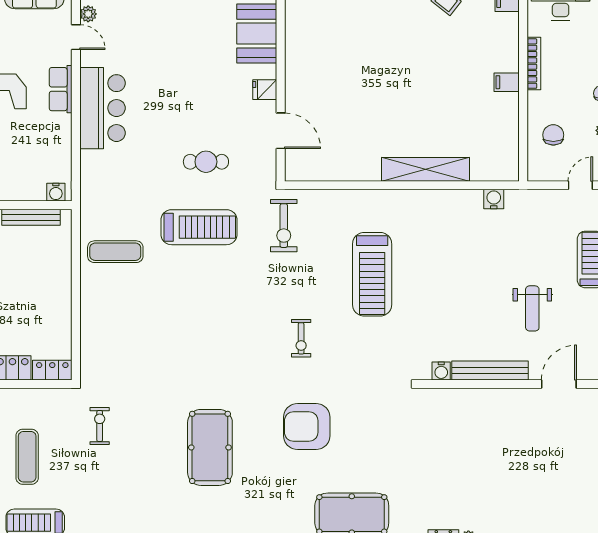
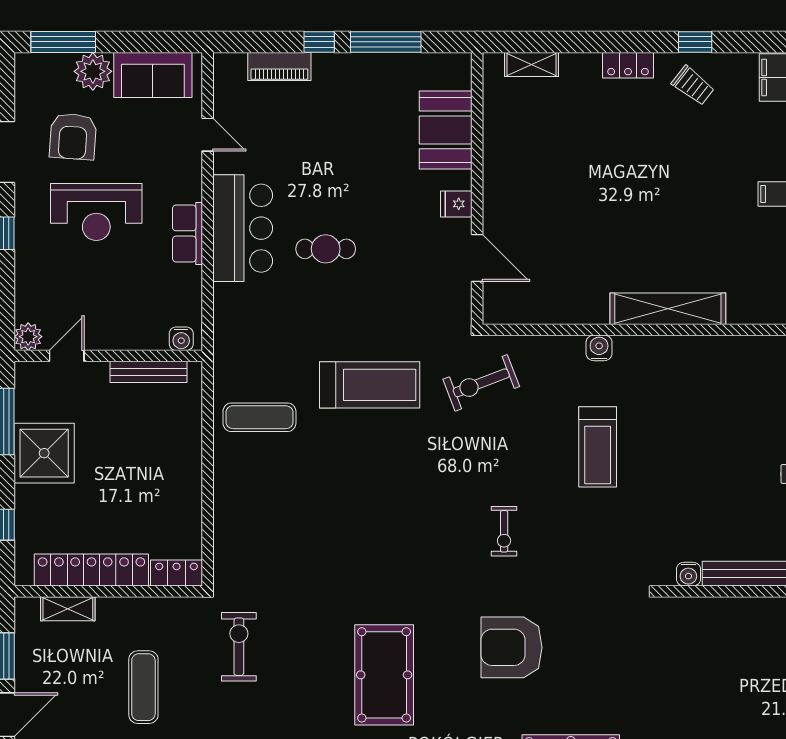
plant: (88, 14) -> (224, 104), removed
row of seats: (61, 89) -> (188, 233), moved
cafe table: (206, 162) -> (326, 249), moved
water cooler: (494, 199) -> (599, 348), moved
exercise bike: (284, 226) -> (481, 383), turned 69
treadmill: (372, 274) -> (598, 447), width x0.73, depth x0.73
exercise bike: (100, 426) -> (239, 647), width x1.38, depth x1.39

